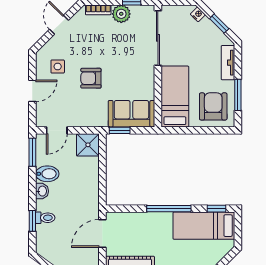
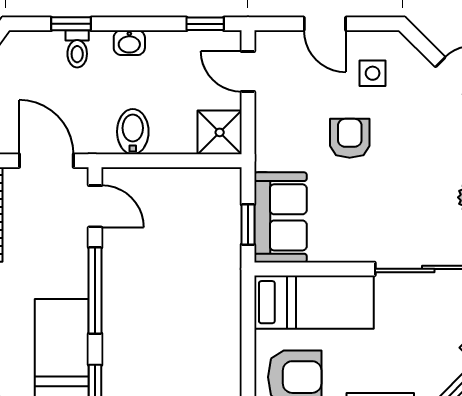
window: (120, 130) -> (248, 225), moved
window: (32, 152) -> (205, 24), width x0.67
bidet: (47, 174) -> (133, 132), moved, turned 180
door: (126, 209) -> (95, 206), added

